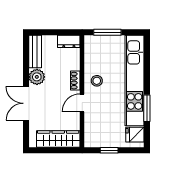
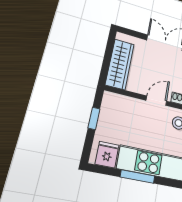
door: (82, 103) -> (156, 101), hinge flipped

